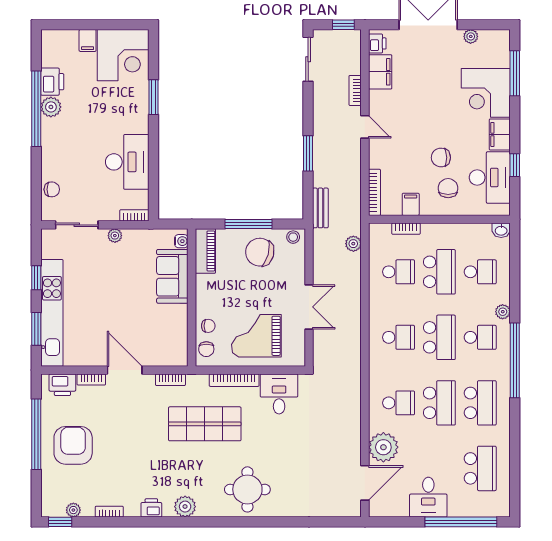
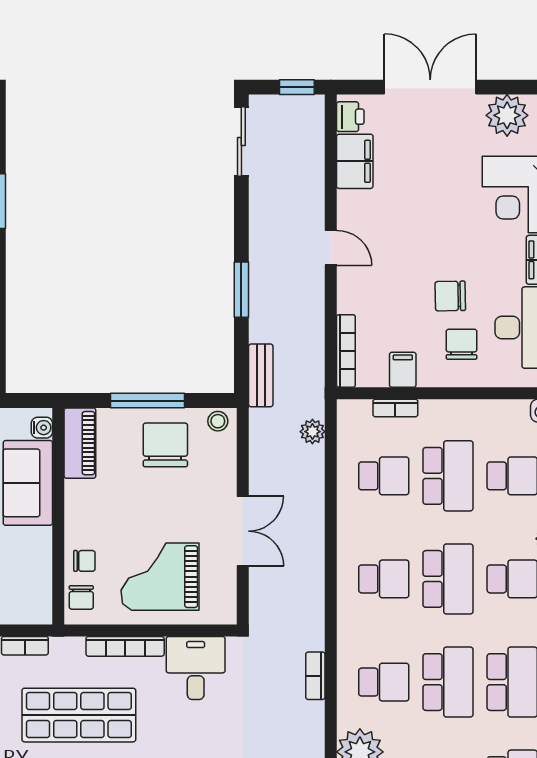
plant: (471, 36) -> (507, 115), width x1.88, depth x1.88
bookcase: (355, 90) -> (315, 676), moved
chair: (260, 252) -> (165, 445), turned 75

